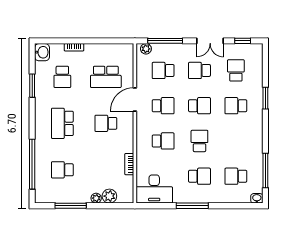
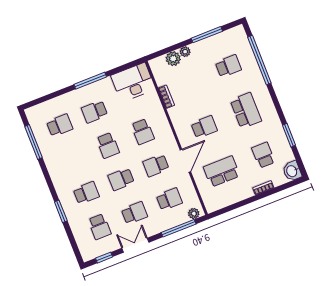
school desk: (163, 141) -> (143, 132), turned -90
washbasin: (257, 198) -> (31, 112), removed

